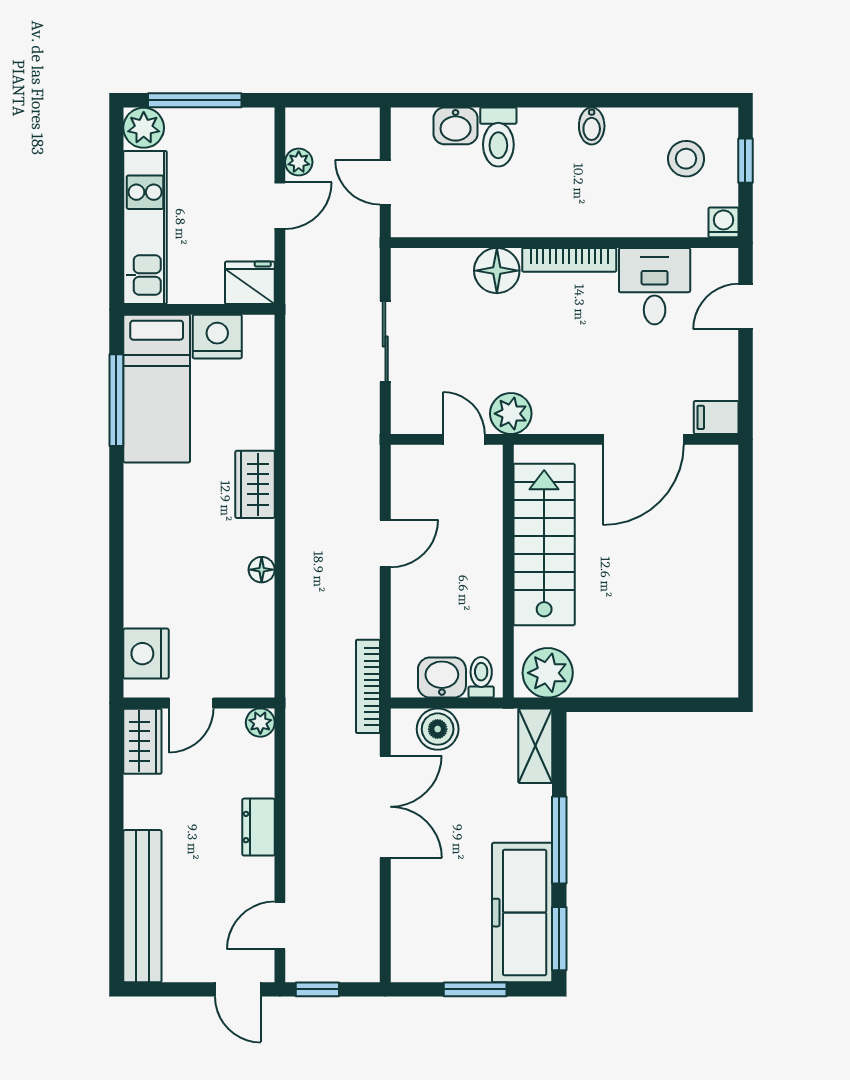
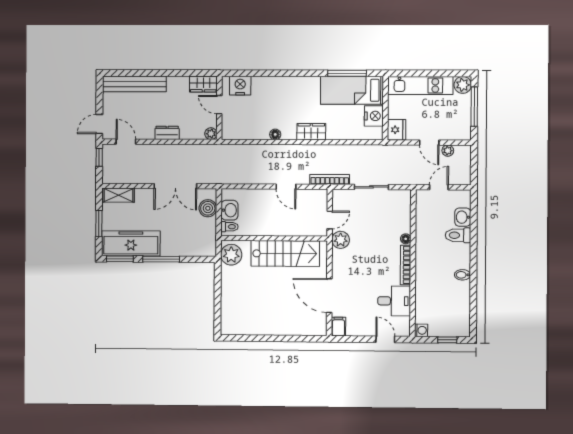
stool: (686, 159) -> (448, 315), removed
floor lamp: (497, 271) -> (406, 239), width x0.53, depth x0.53
bookcase: (368, 686) -> (330, 179), moved
shelving: (535, 746) -> (119, 195), moved

